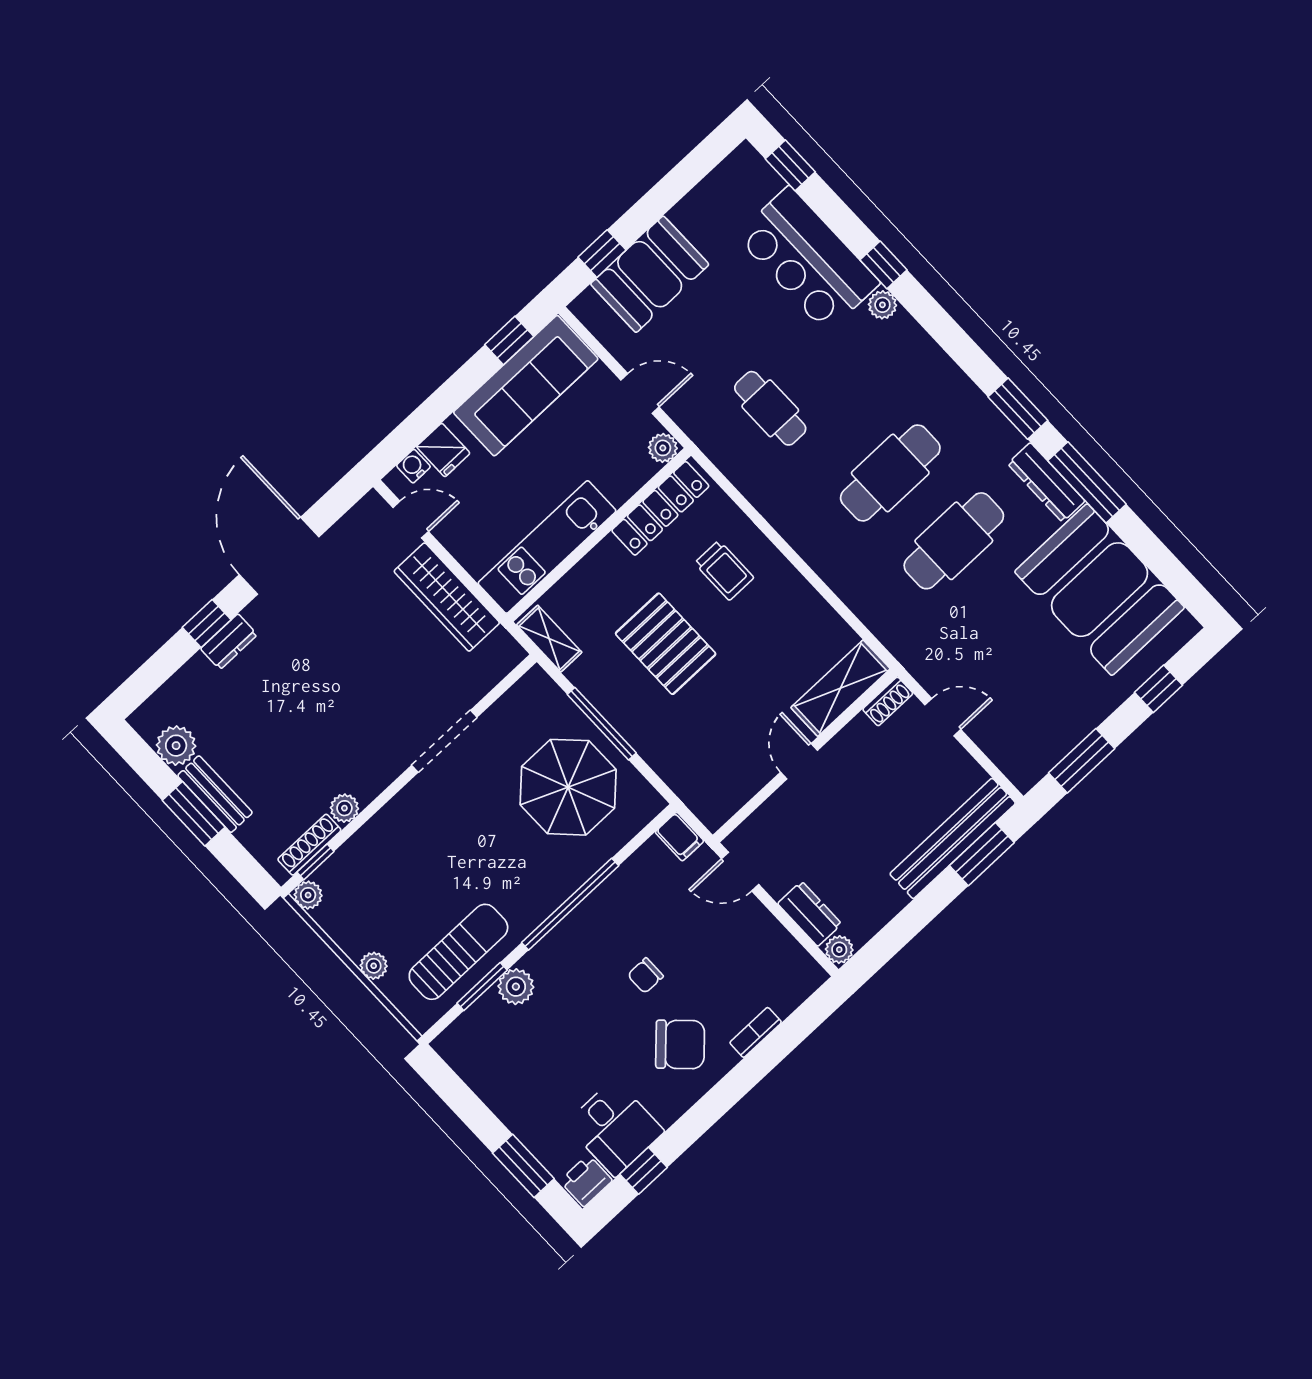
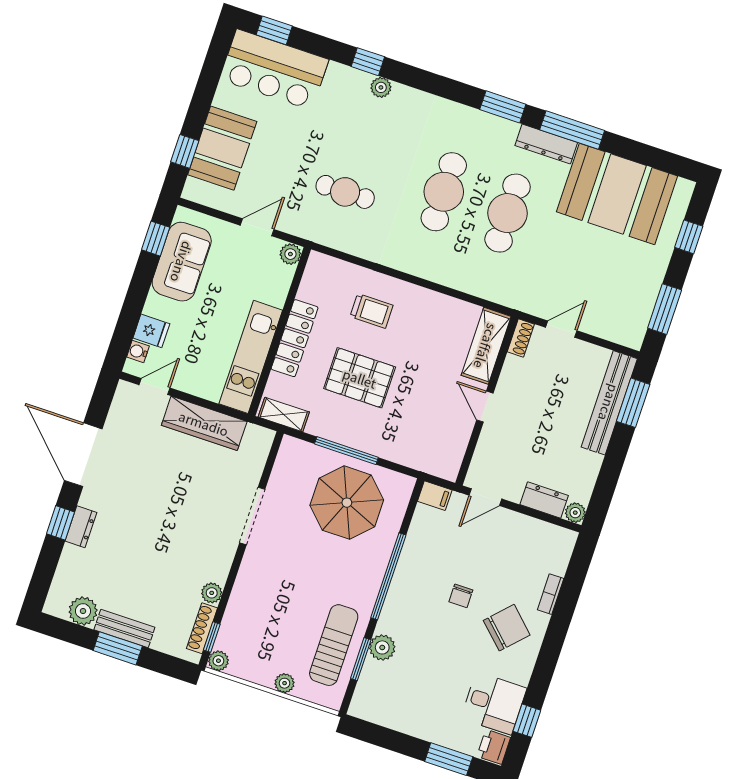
bar counter: (808, 259) -> (274, 70), moved
sofa: (526, 386) -> (182, 262), width x0.73
locker: (660, 508) -> (295, 338), moved

